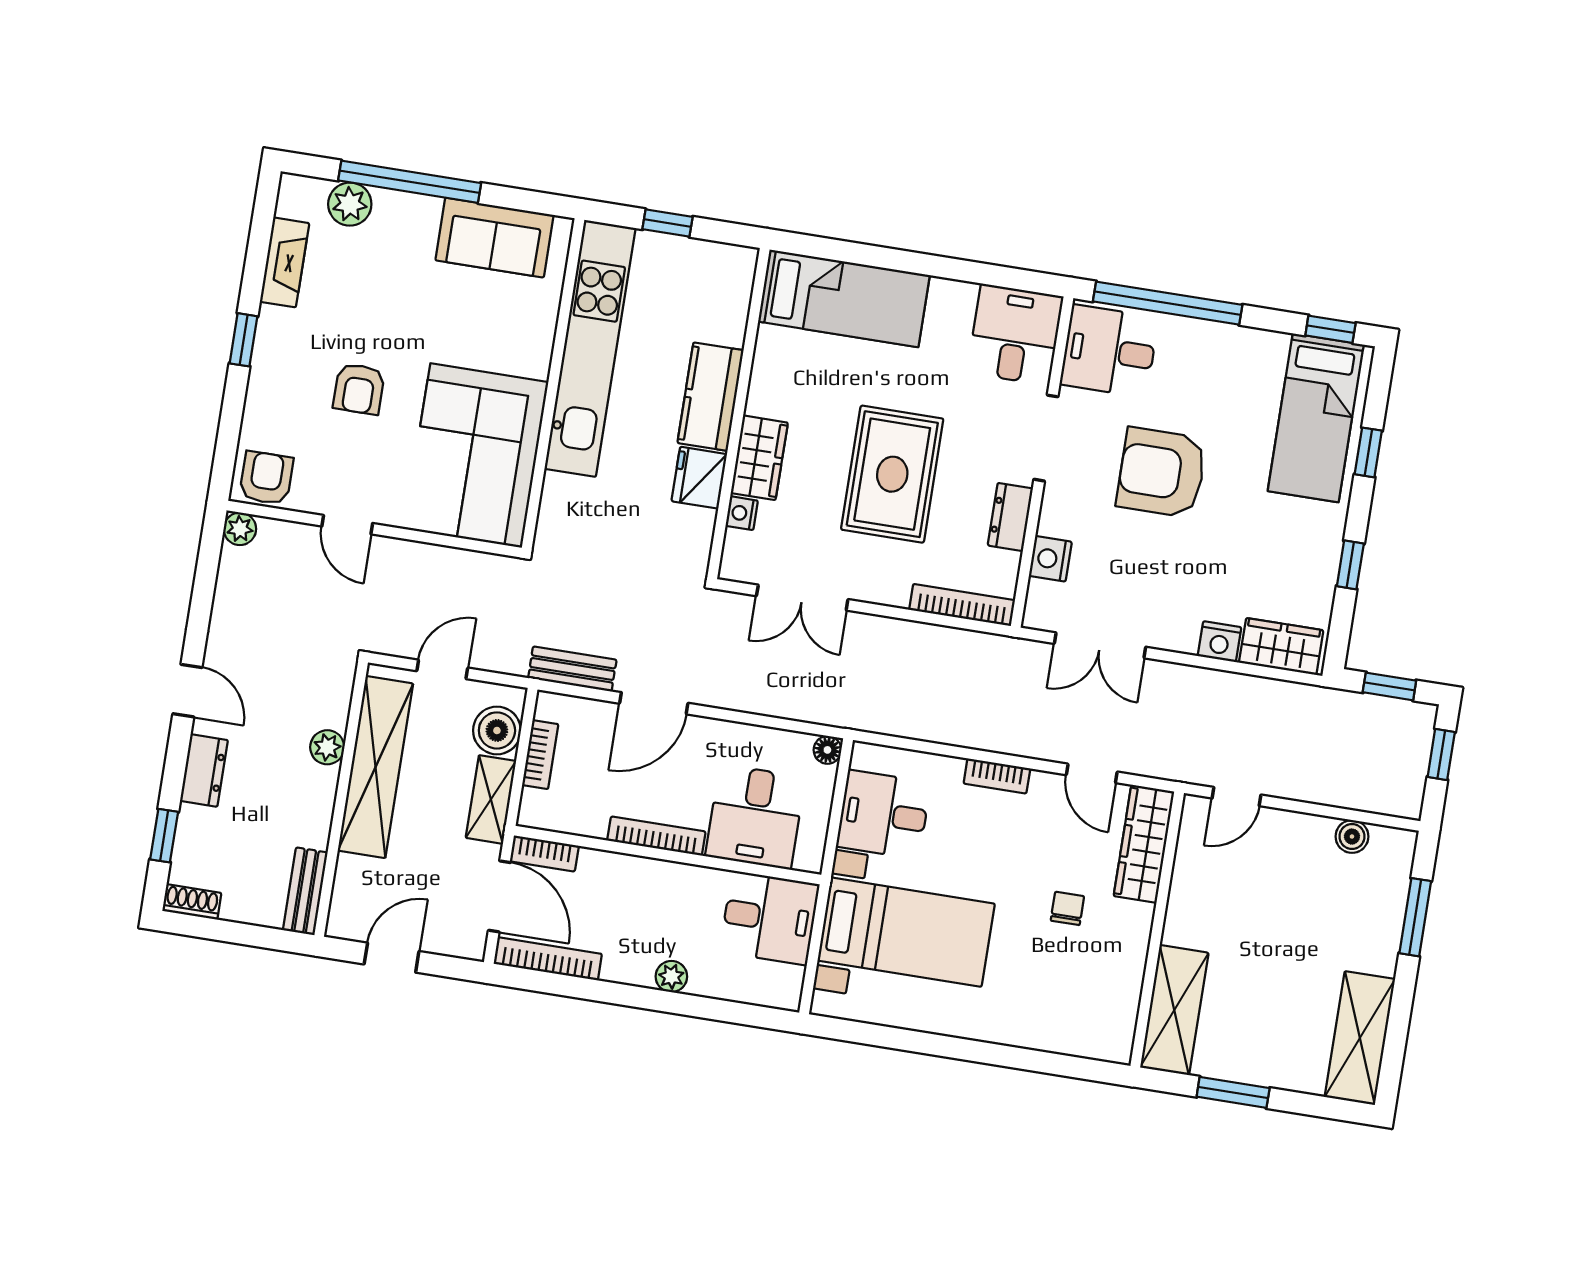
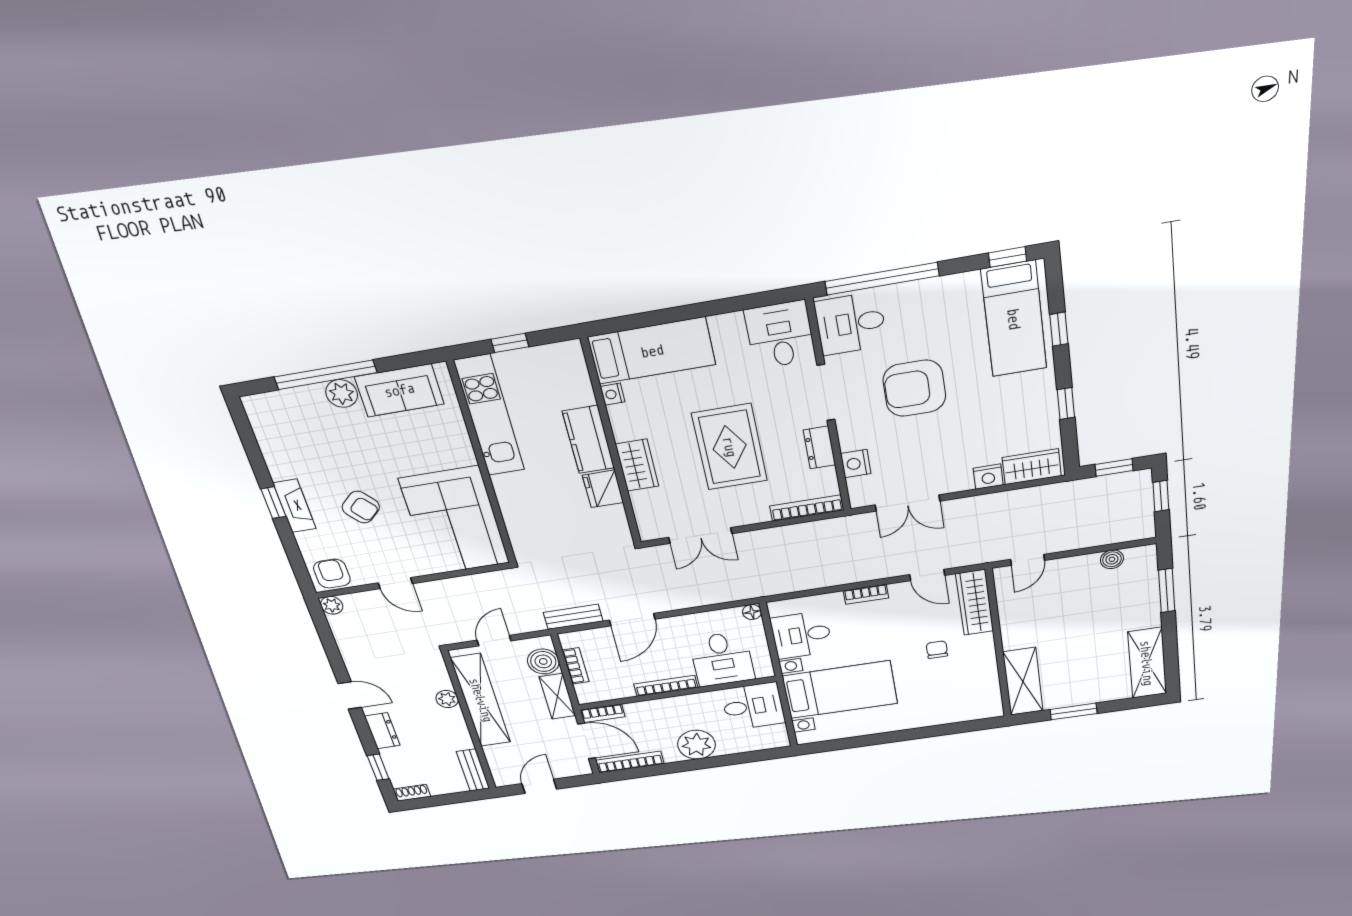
plant: (350, 204) -> (342, 393), moved
fireplace: (285, 262) -> (295, 506), moved
kitchen unit: (590, 348) -> (489, 416), width x0.73
armchair: (359, 389) -> (361, 507), turned -42
nightstand: (742, 513) -> (613, 394), moved
plant: (671, 976) -> (696, 745), width x1.88, depth x1.88

